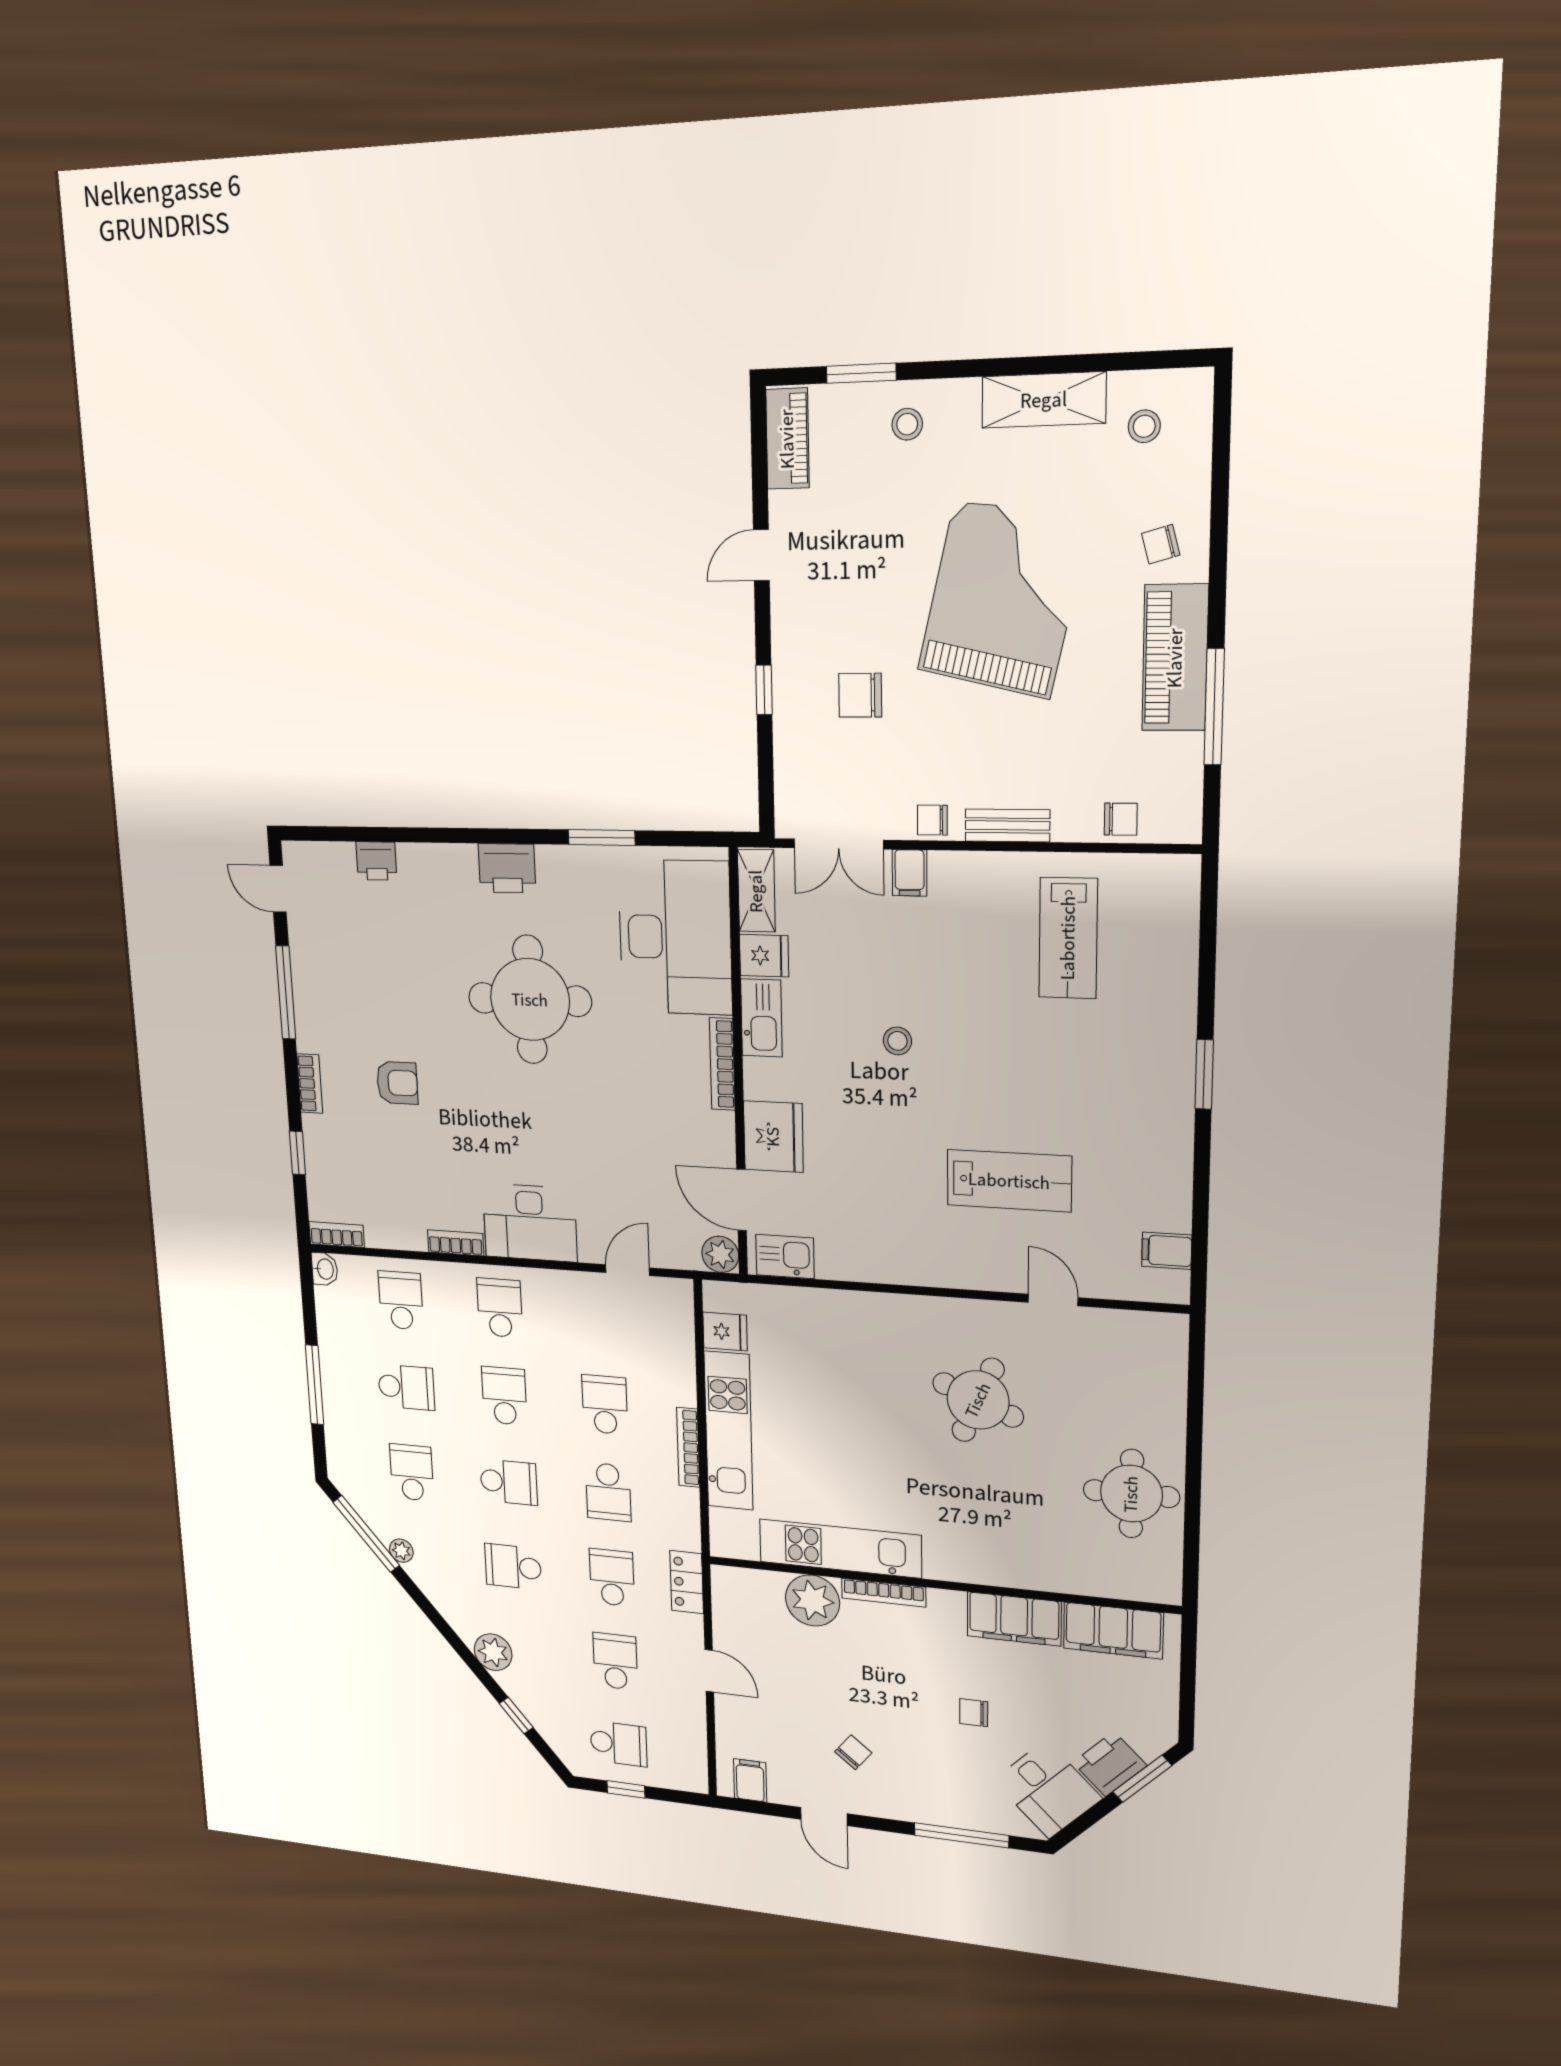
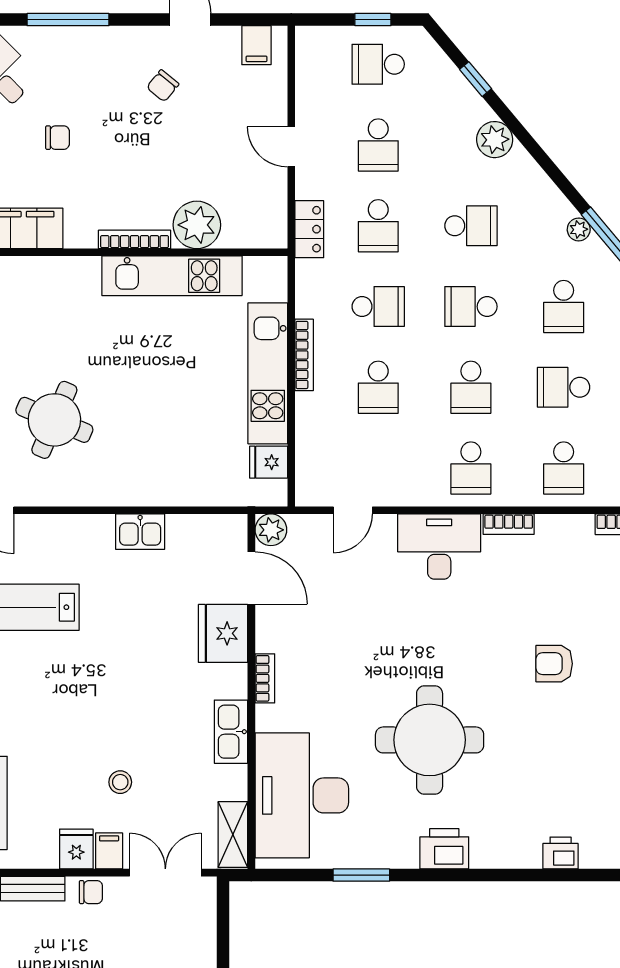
fridge: (764, 956) -> (76, 849), moved, turned 90
stool: (897, 1041) -> (120, 782), moved
bookcase: (722, 1064) -> (265, 678), width x0.64
kitchen sink: (785, 1256) -> (140, 532), moved
school desk: (608, 1492) -> (378, 307), turned 90

